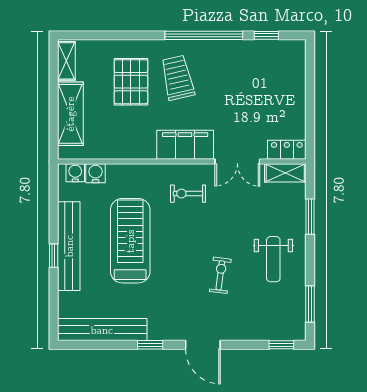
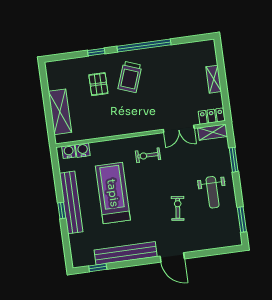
window: (266, 35) -> (96, 52), moved
shelving: (66, 61) -> (214, 79), moved
trolley: (178, 78) -> (130, 77), turned -147
pallet: (131, 82) -> (98, 84), width x0.67, depth x0.71
filing cabinet: (185, 145) -> (141, 122), removed
bench: (102, 330) -> (126, 253), moved
window: (150, 345) -> (98, 268), moved
window: (281, 345) -> (226, 250), removed

